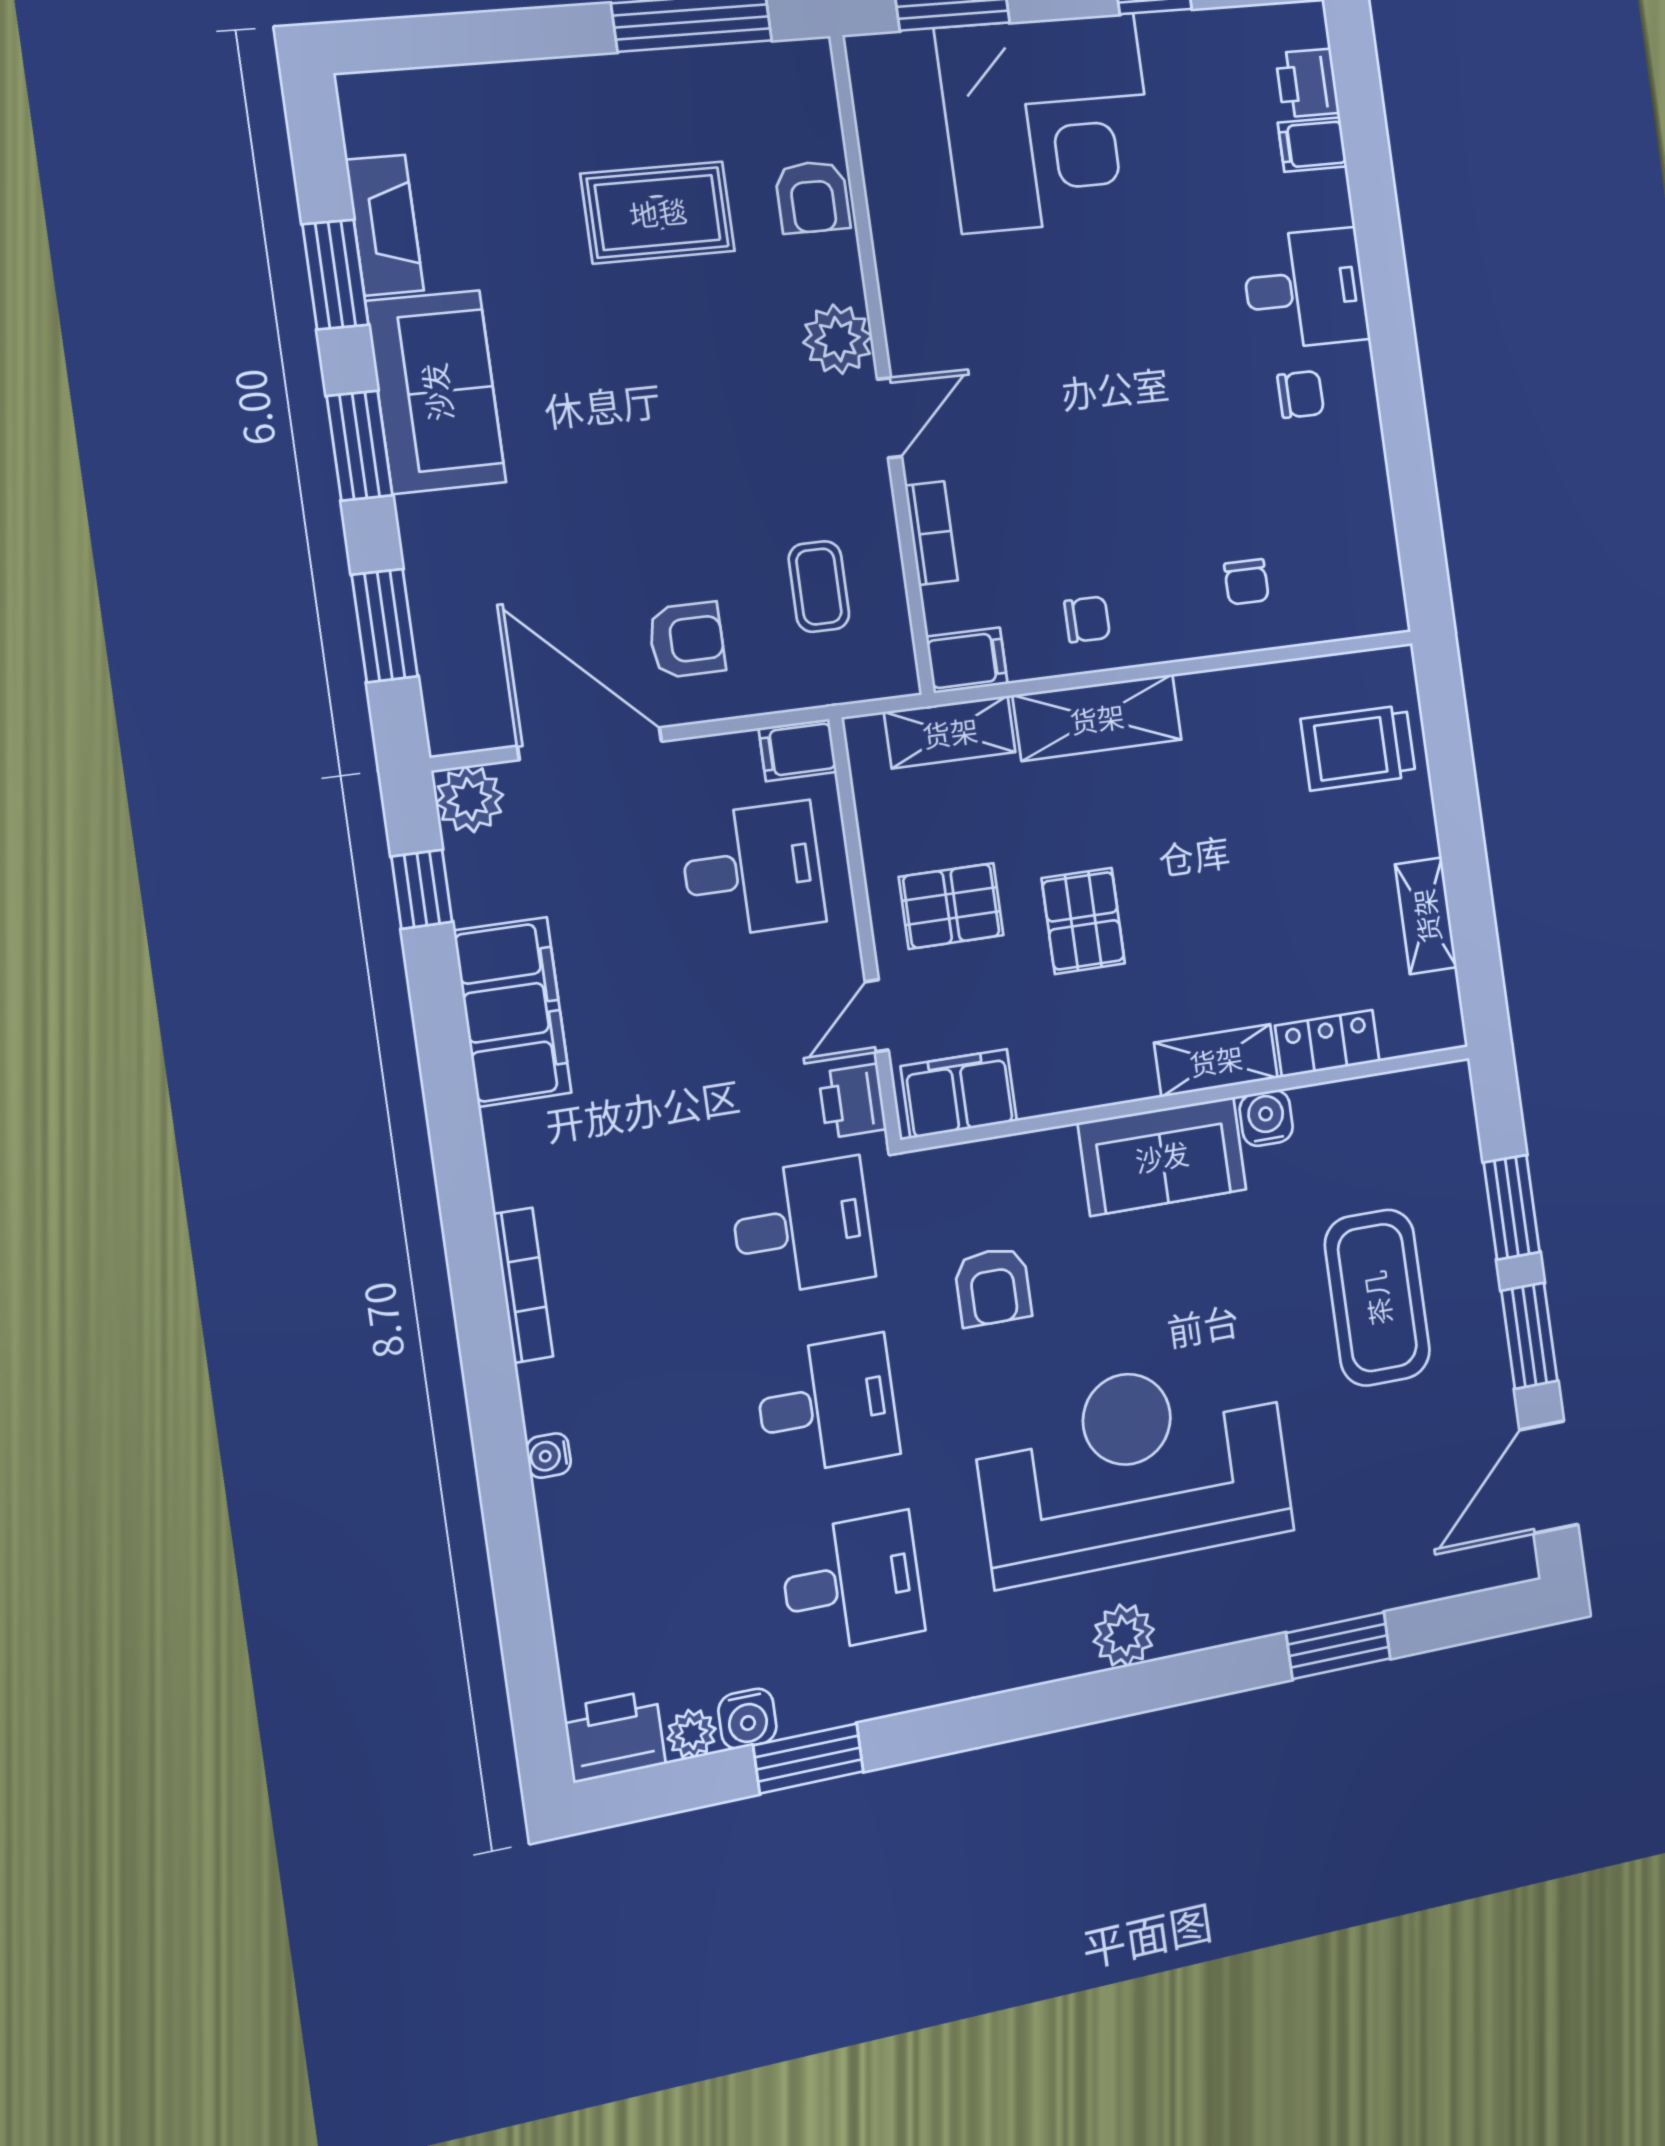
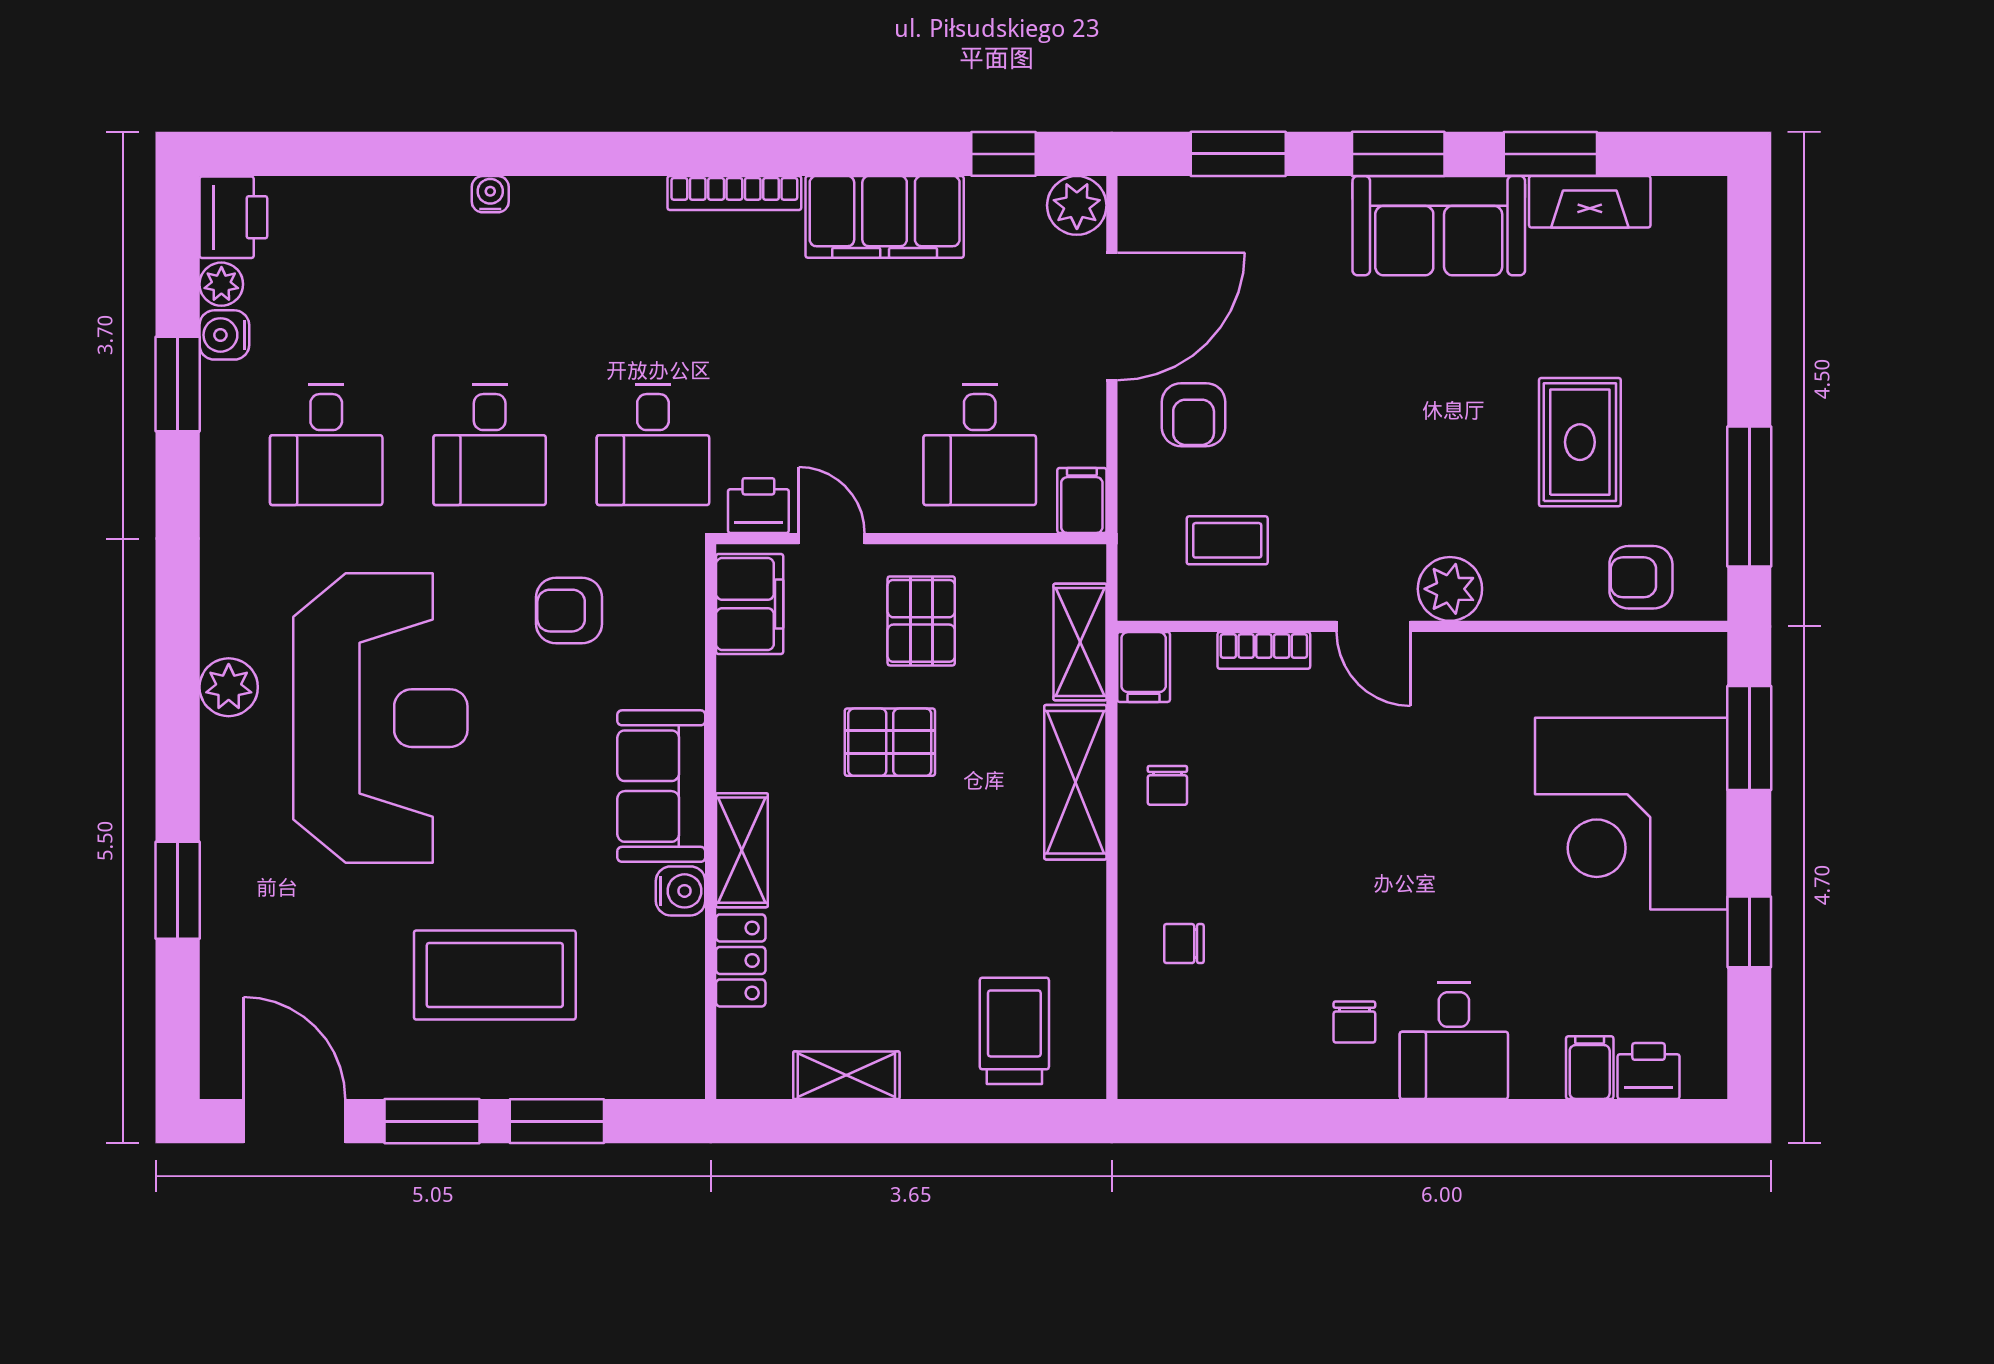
armchair: (812, 197) -> (1641, 577), moved
bookcase: (523, 1285) -> (734, 193), moved

